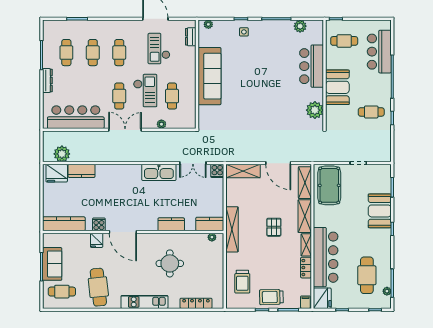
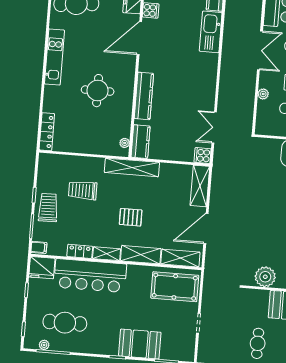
kitchen sink: (159, 172) -> (211, 32), moved
kitchen counter: (171, 224) -> (144, 96), width x1.50
trolley: (242, 282) -> (83, 190), moved
locker: (196, 303) -> (47, 132), moved

